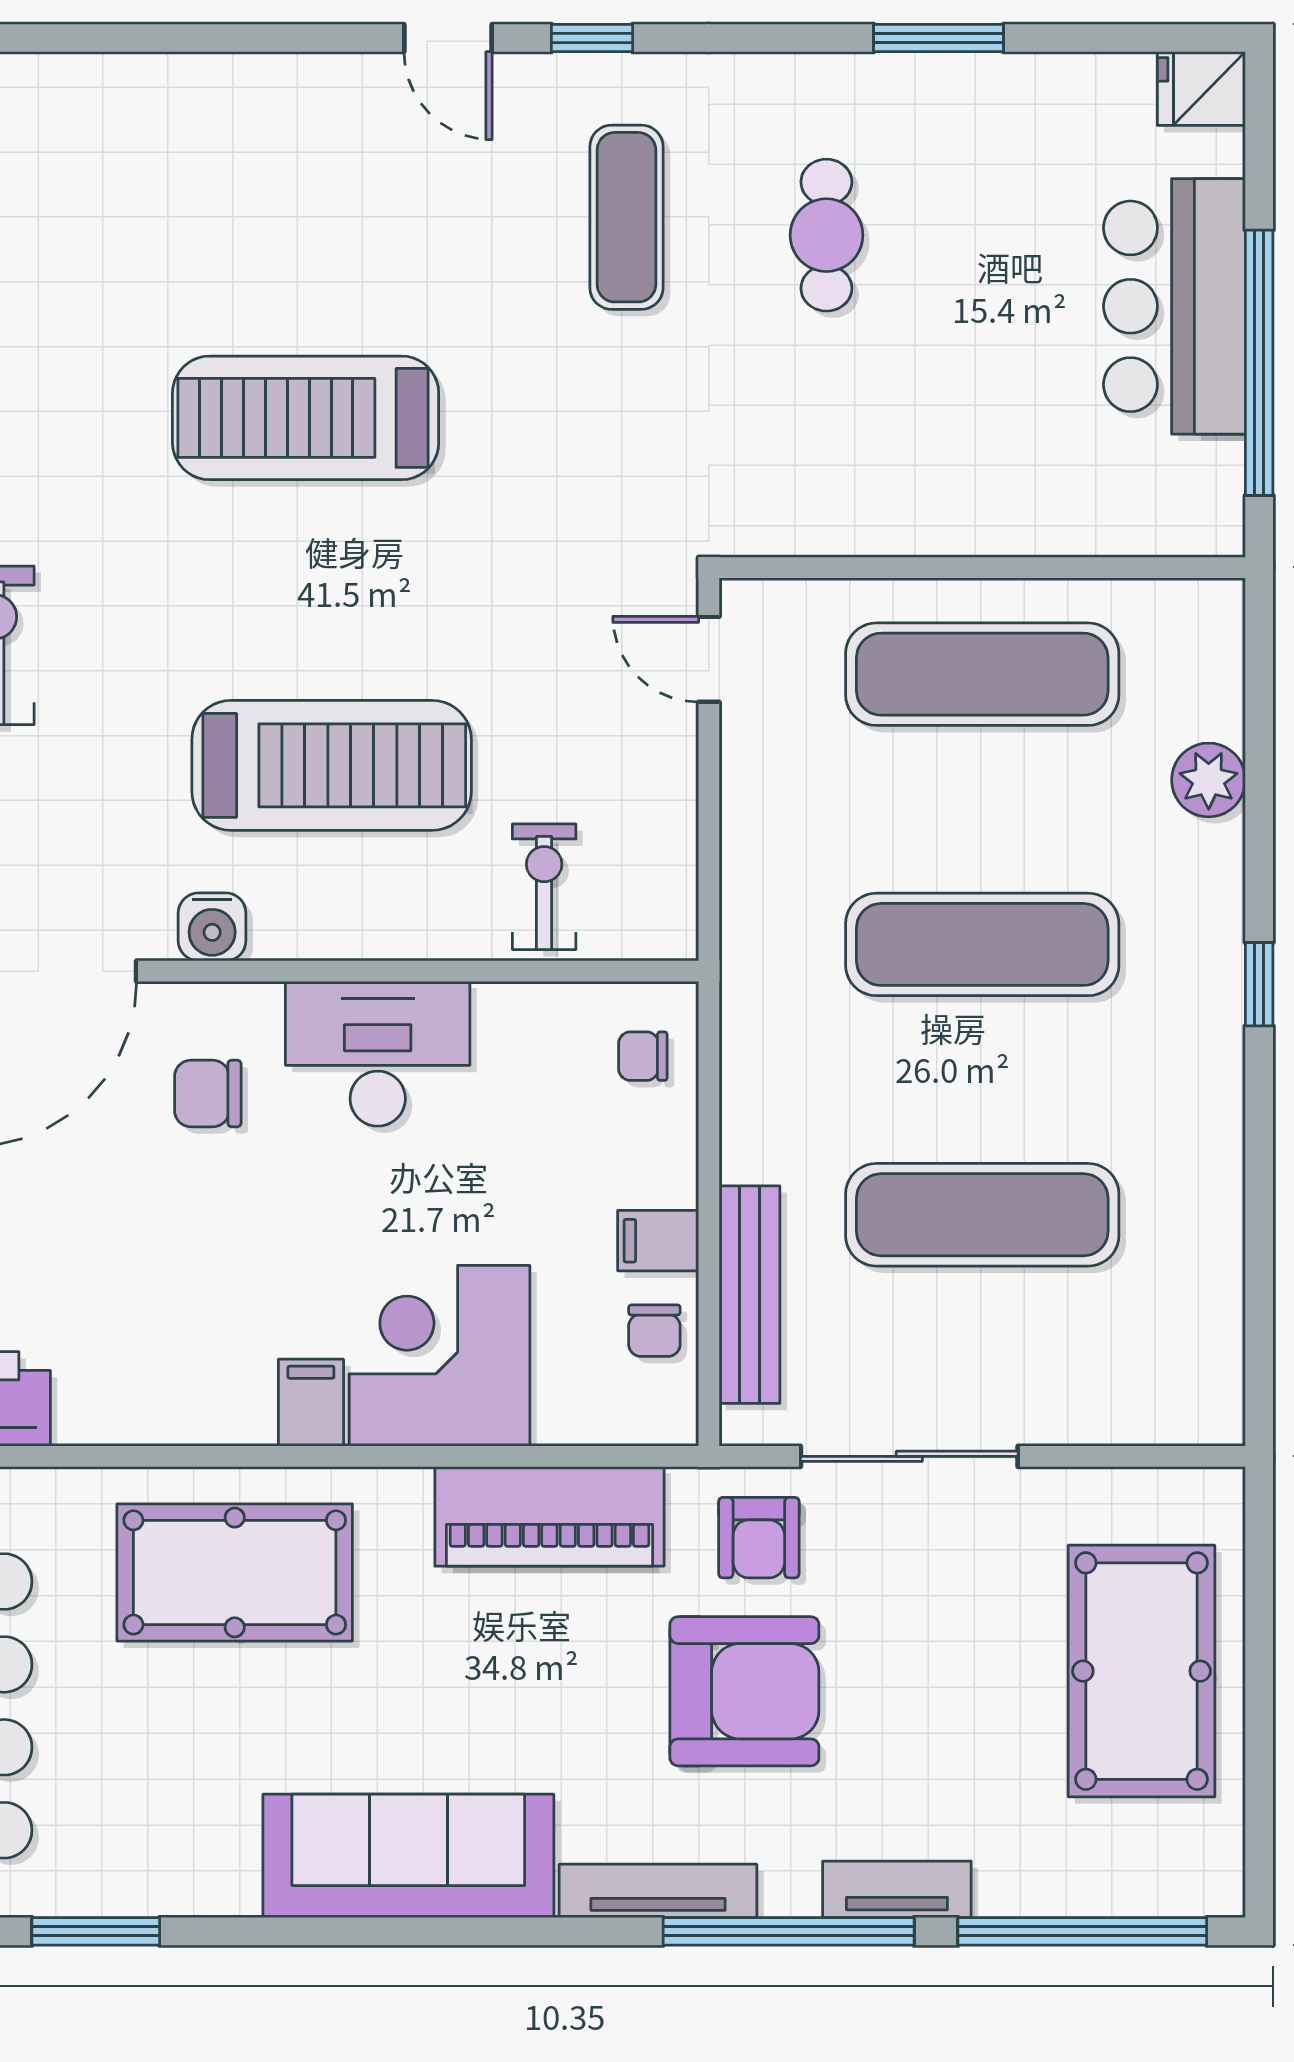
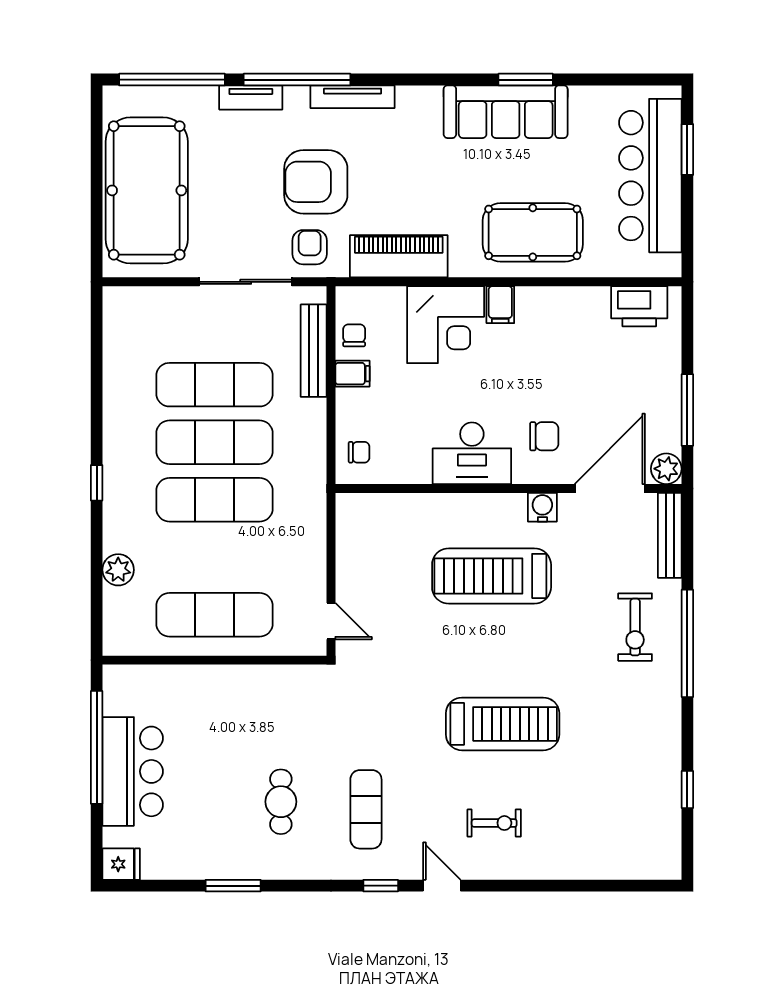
exercise bike: (544, 887) -> (494, 823), moved, turned -90
exercise mat: (982, 1080) -> (215, 442), added
pool table: (1142, 1671) -> (147, 190), width x1.36, depth x1.32
sofa: (408, 1856) -> (506, 112), moved
window: (96, 1931) -> (526, 80), moved

